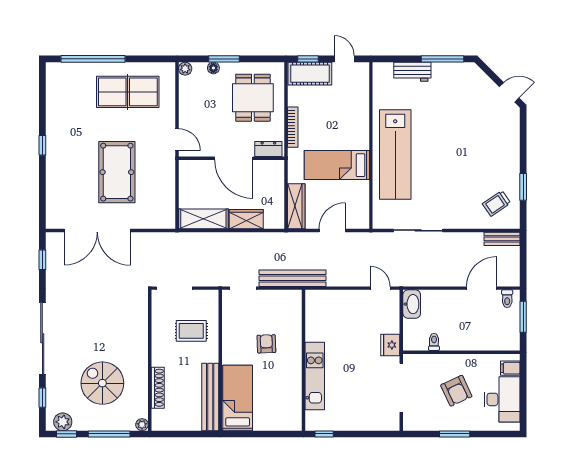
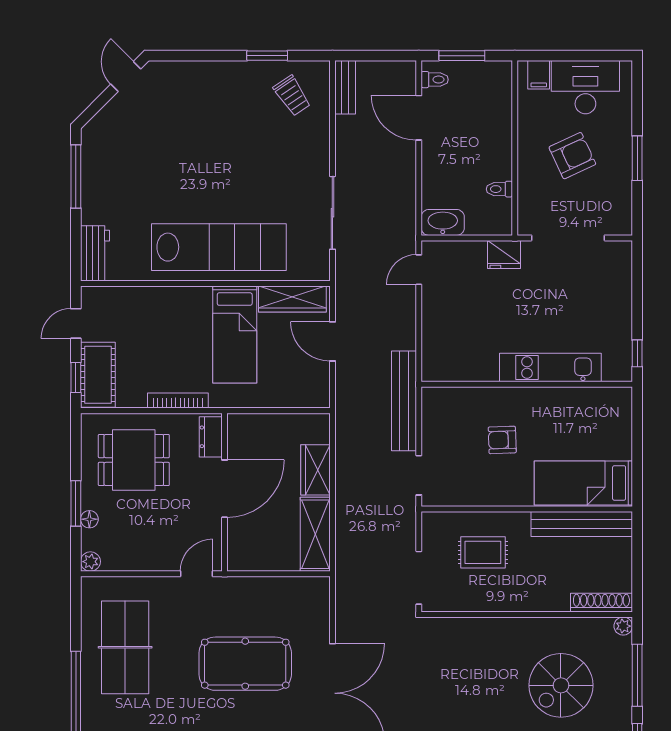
workbench: (412, 72) -> (95, 253), moved
wardrobe: (296, 206) -> (292, 299), moved, turned 180
rug: (191, 331) -> (483, 552), turned 90
shoe rack: (158, 388) -> (601, 603), moved

